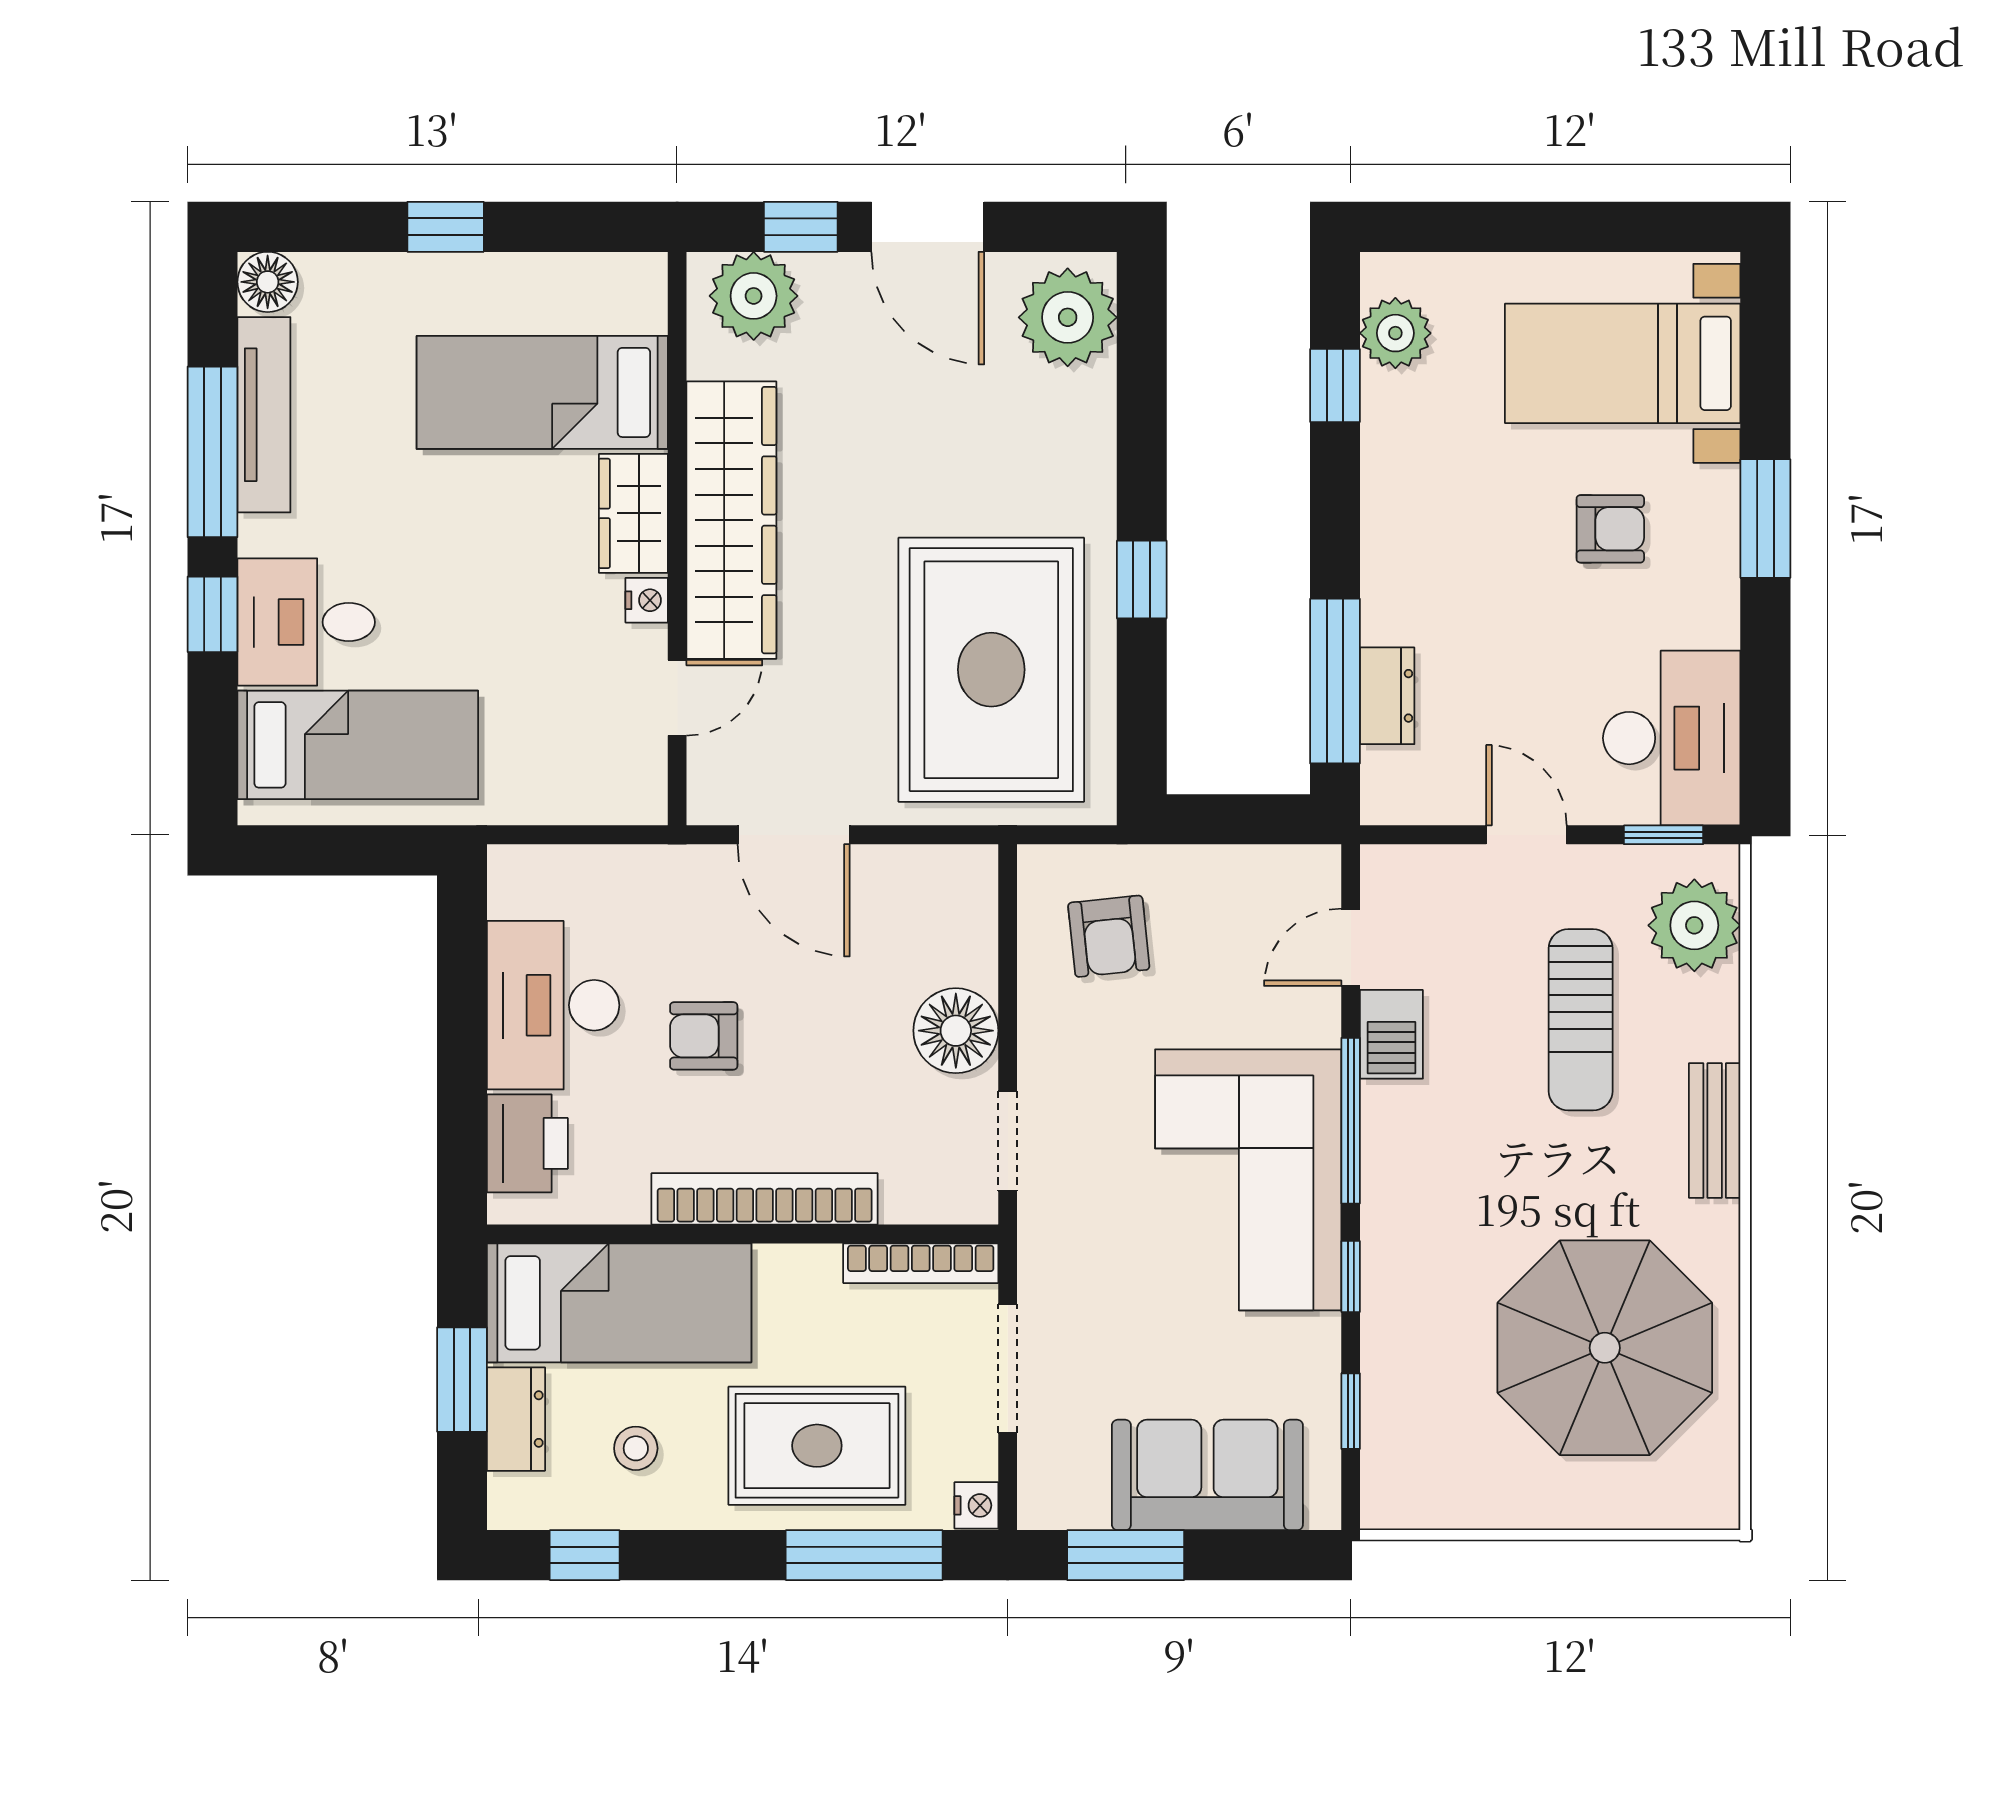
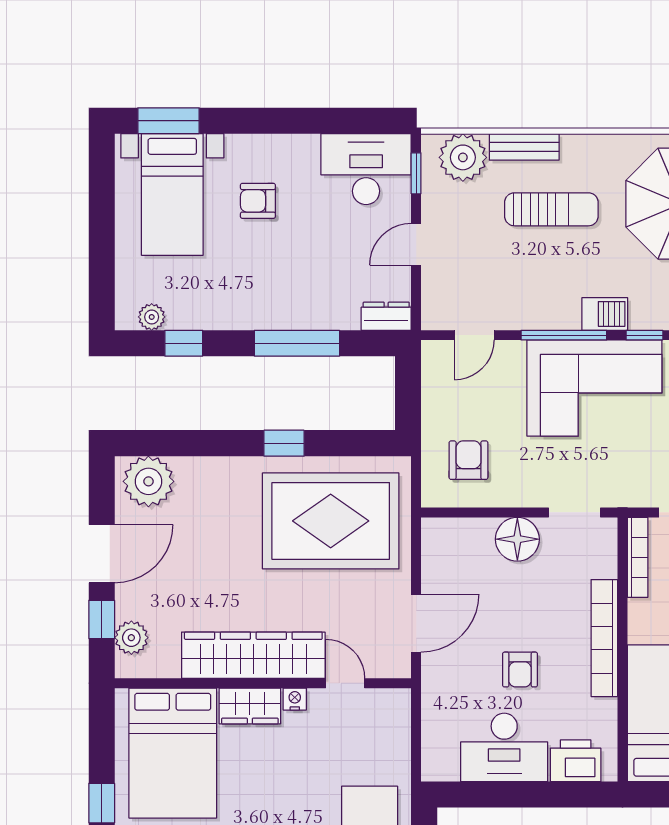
plant: (754, 296) -> (131, 638), width x0.73, depth x0.73
plant: (1395, 333) -> (152, 317), width x0.73, depth x0.73
bed: (542, 392) -> (173, 753), width x1.50
window: (1765, 519) -> (169, 121), moved
armchair: (1610, 529) -> (258, 201), turned -90
window: (1335, 681) -> (297, 343), moved
dresser: (1387, 696) -> (386, 316), moved
armchair: (1109, 936) -> (468, 460), turned -84
door: (1351, 947) -> (474, 335), hinge flipped
sun lounger: (1581, 1020) -> (551, 209), moved
barbecue: (1391, 1034) -> (605, 314), moved
bench: (1715, 1130) -> (524, 147), moved

